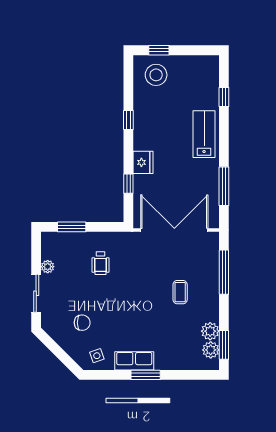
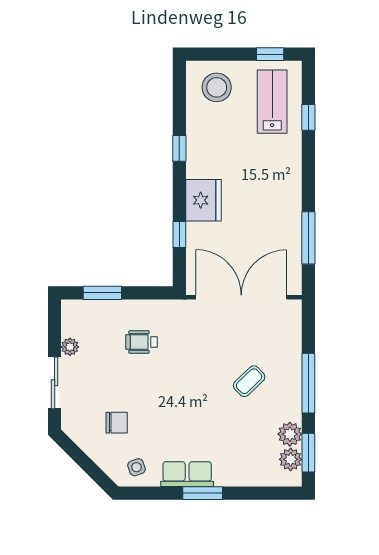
window: (159, 50) -> (270, 54), moved
lab bench: (204, 134) -> (272, 102), moved
fridge: (143, 162) -> (203, 200), width x1.36, depth x1.34
wheelchair: (100, 263) -> (141, 342), turned 90
window: (224, 272) -> (308, 383), moved
coffee table: (180, 292) -> (249, 381), turned 46

